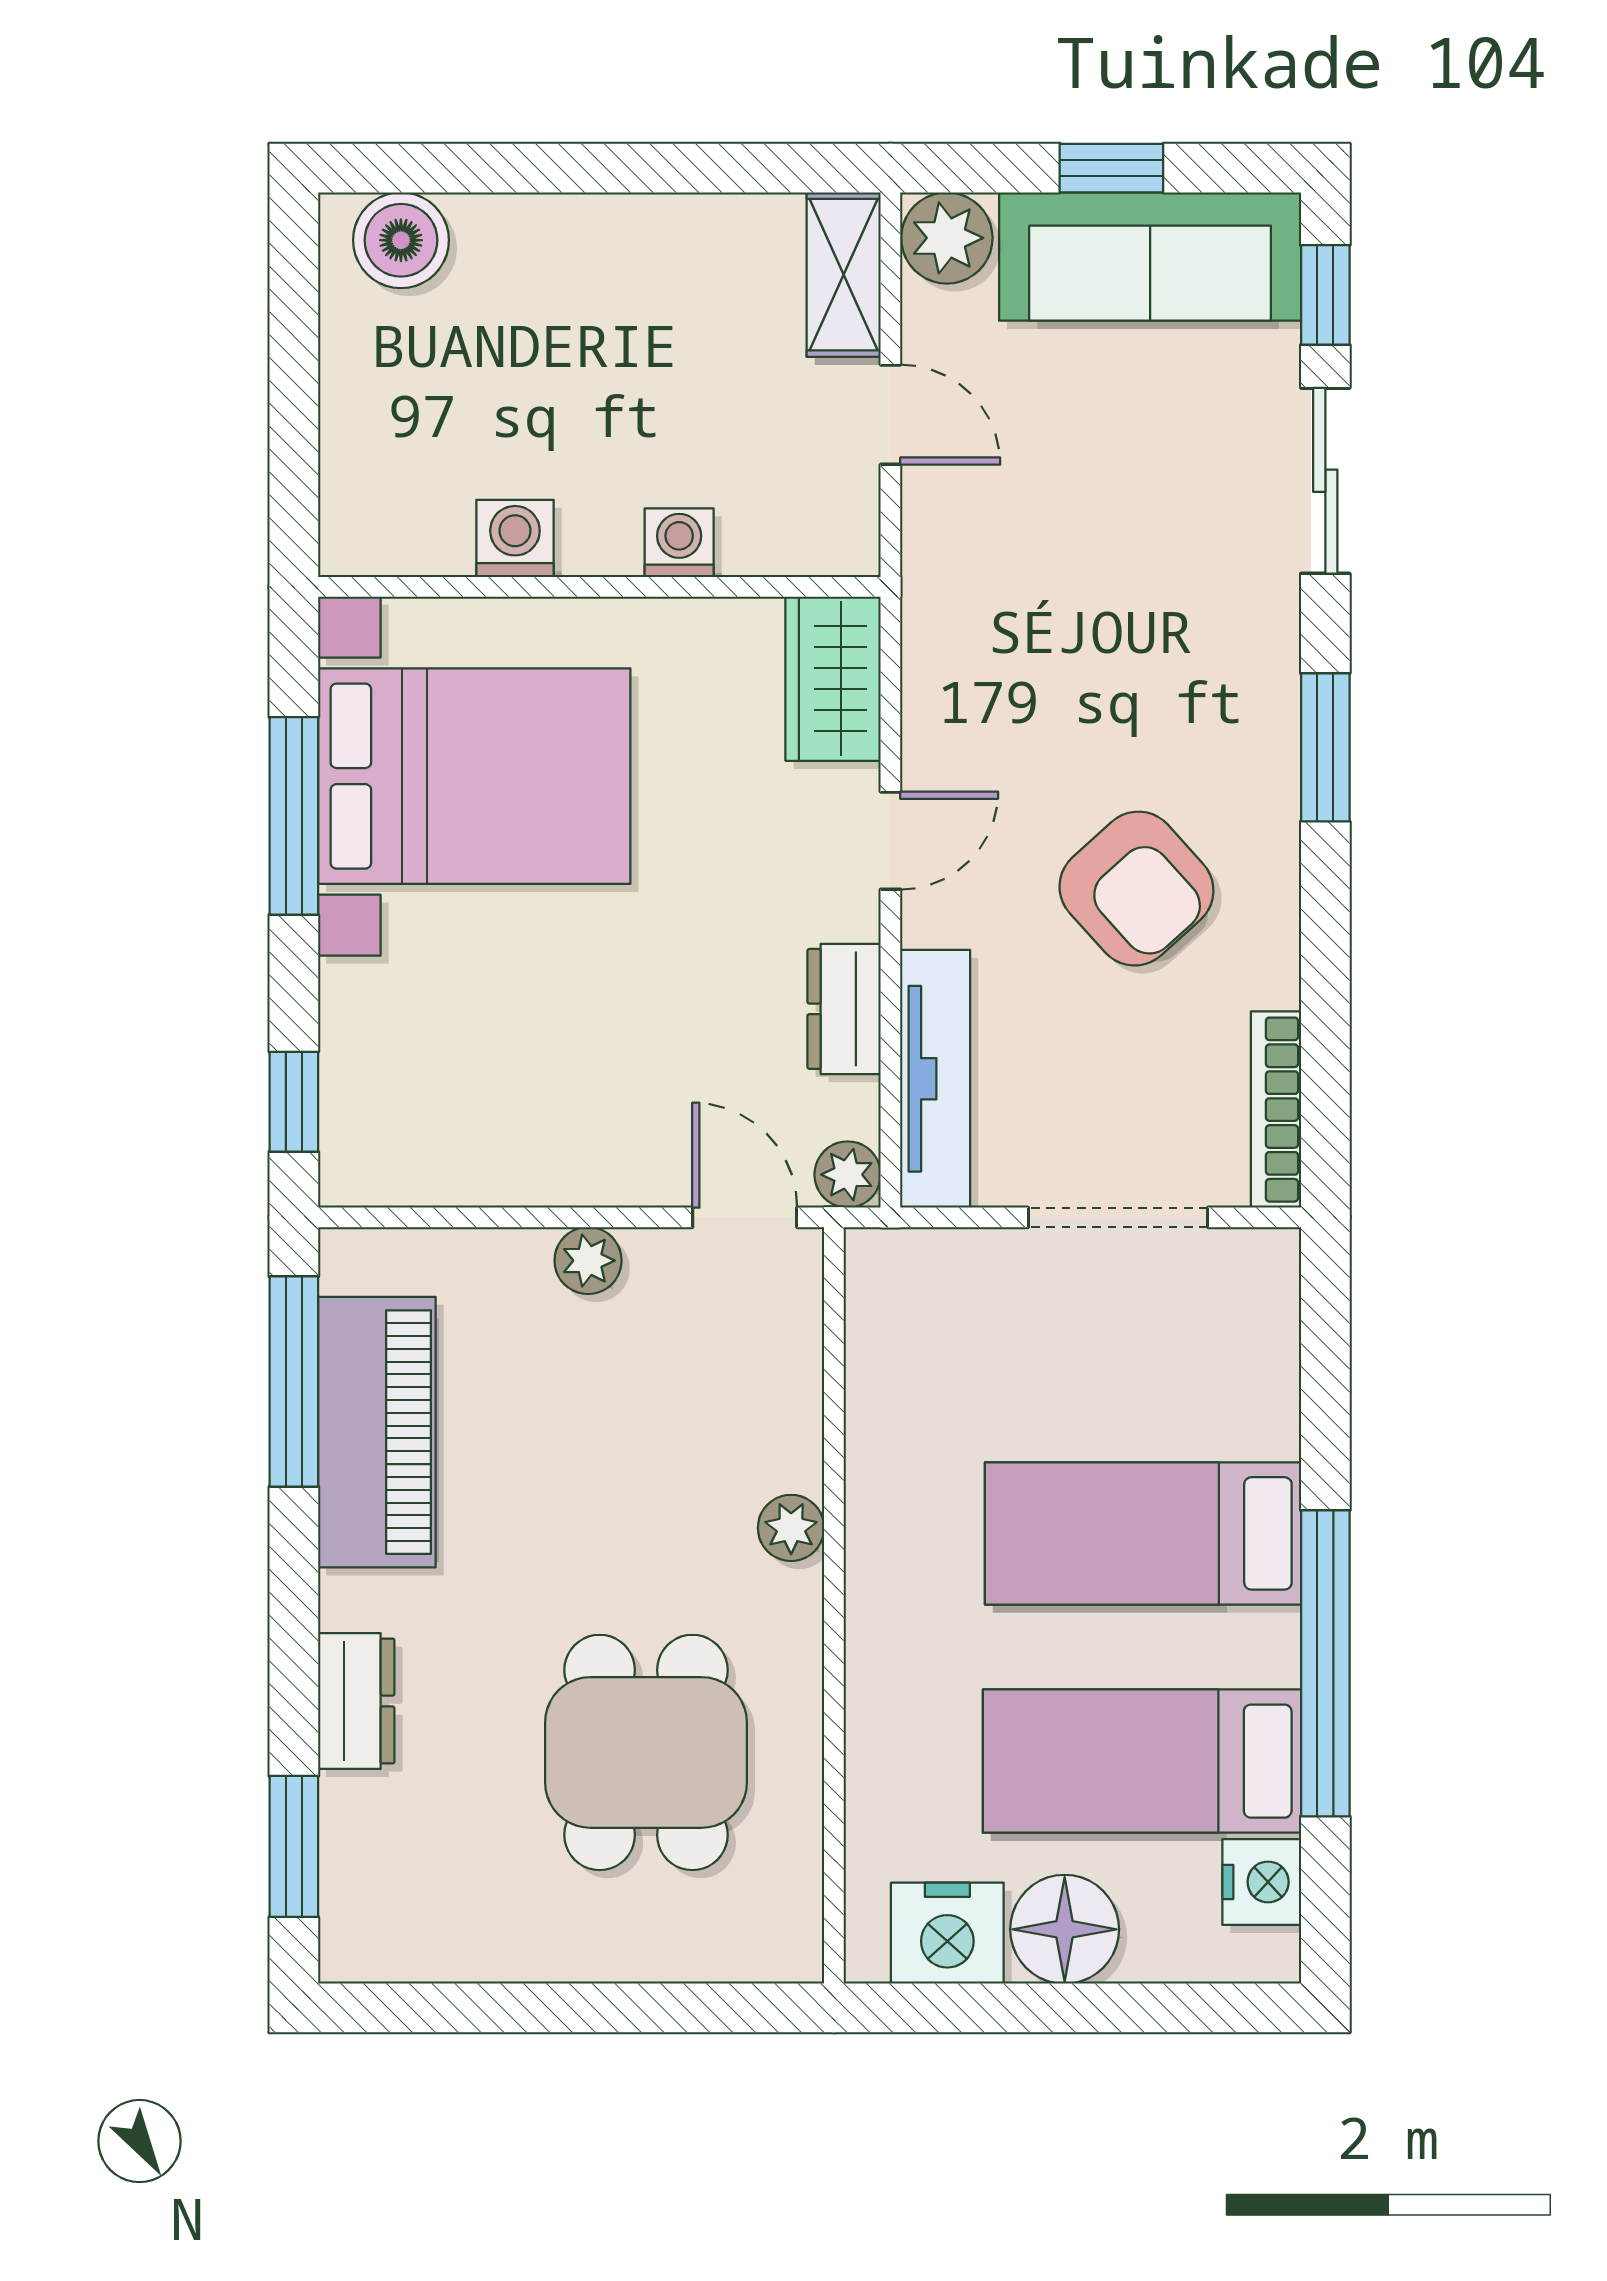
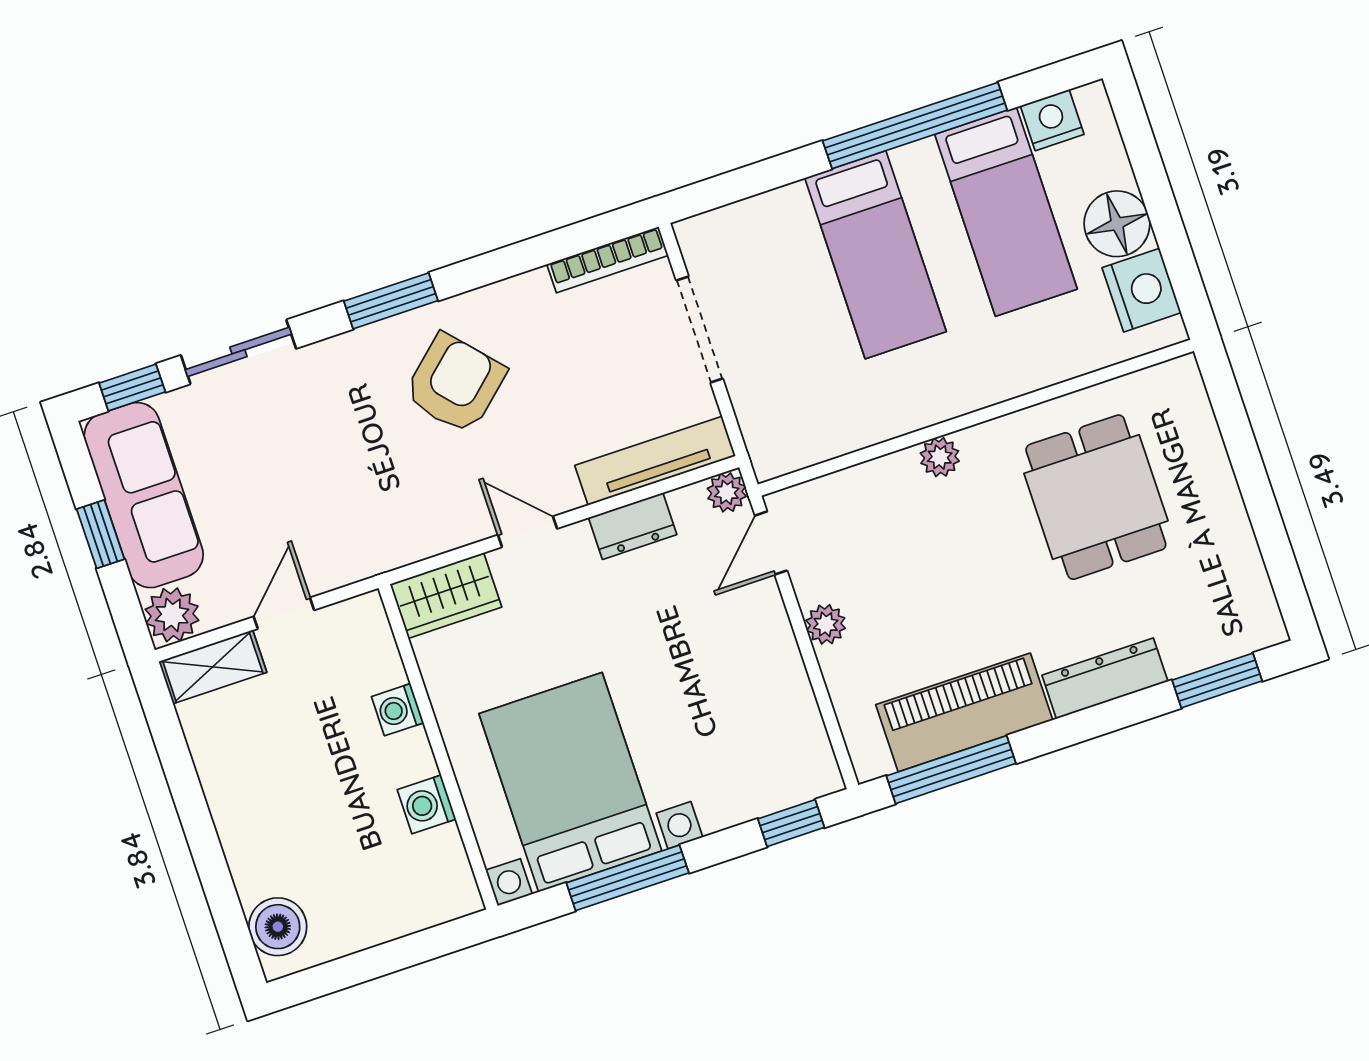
armchair: (1136, 889) -> (455, 384), moved
dresser: (356, 1701) -> (1105, 678), width x1.44
dining table: (646, 1752) -> (1096, 497), turned 90

